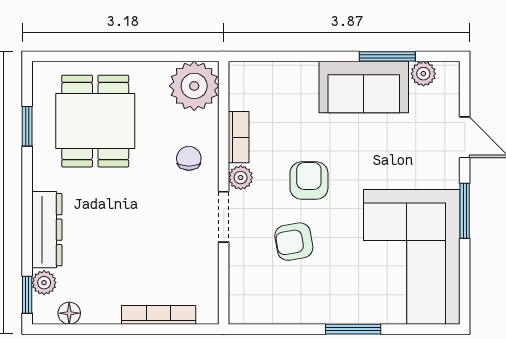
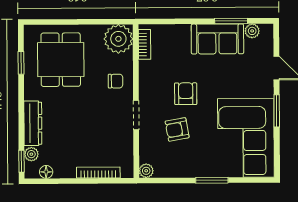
bookcase: (239, 137) -> (144, 44), moved
chair: (189, 158) -> (116, 81), turned 90
plant: (241, 178) -> (146, 171), moved

